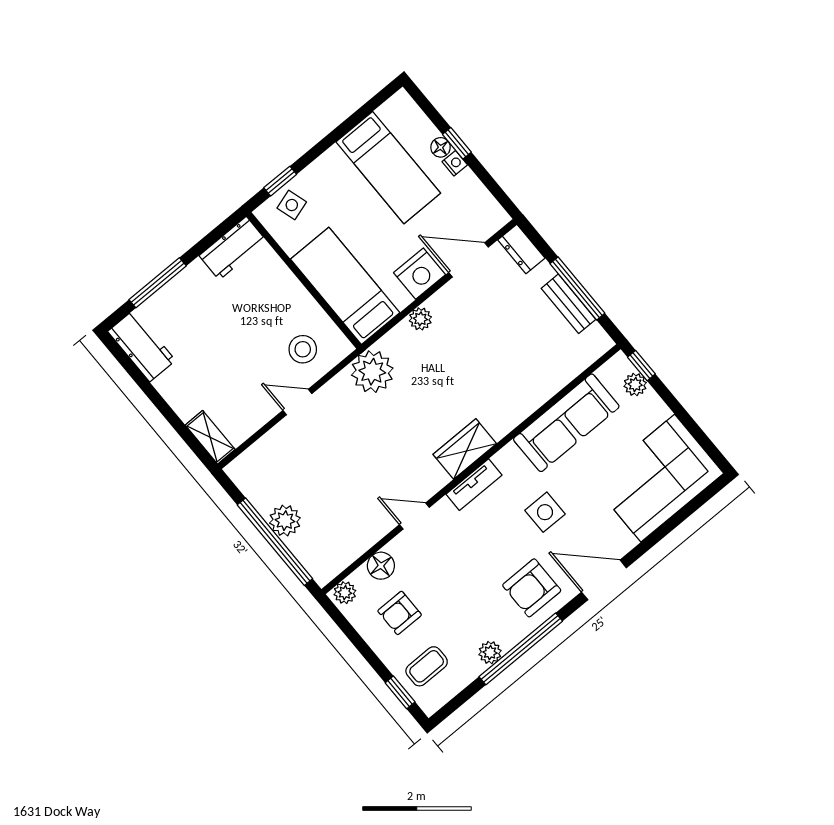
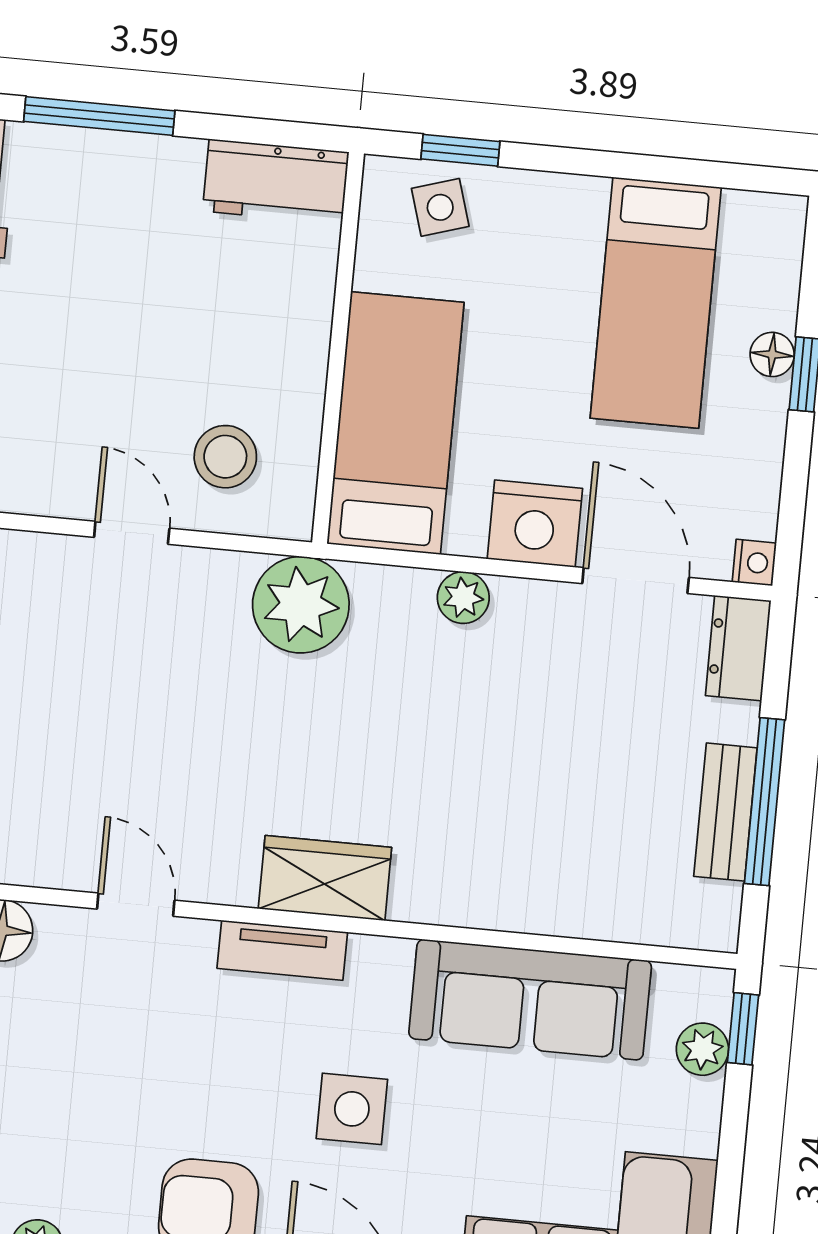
nightstand: (455, 163) -> (754, 563), moved

